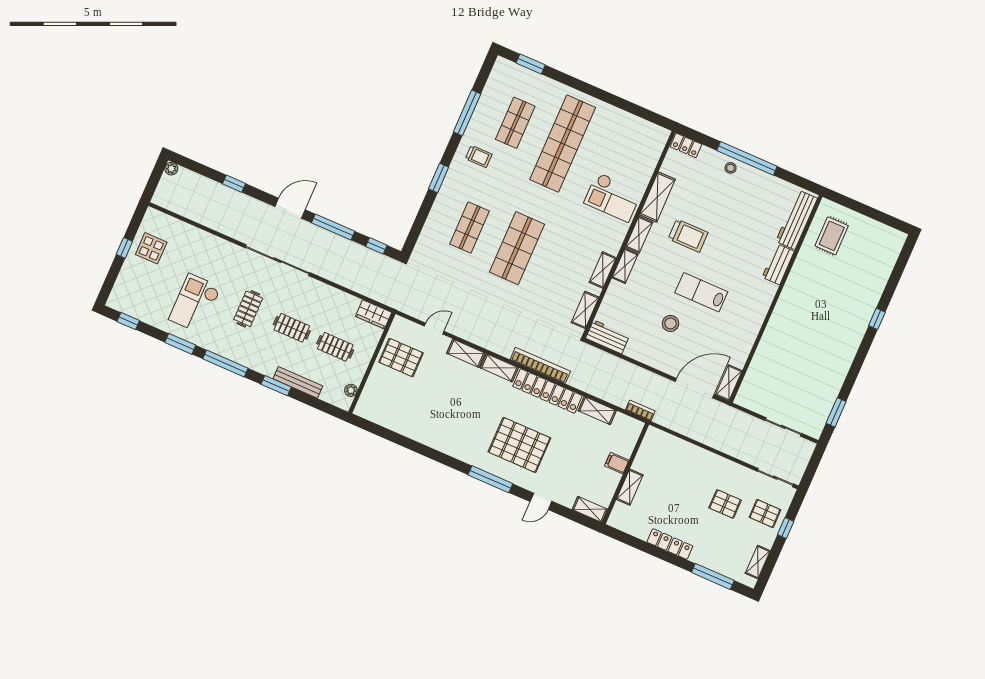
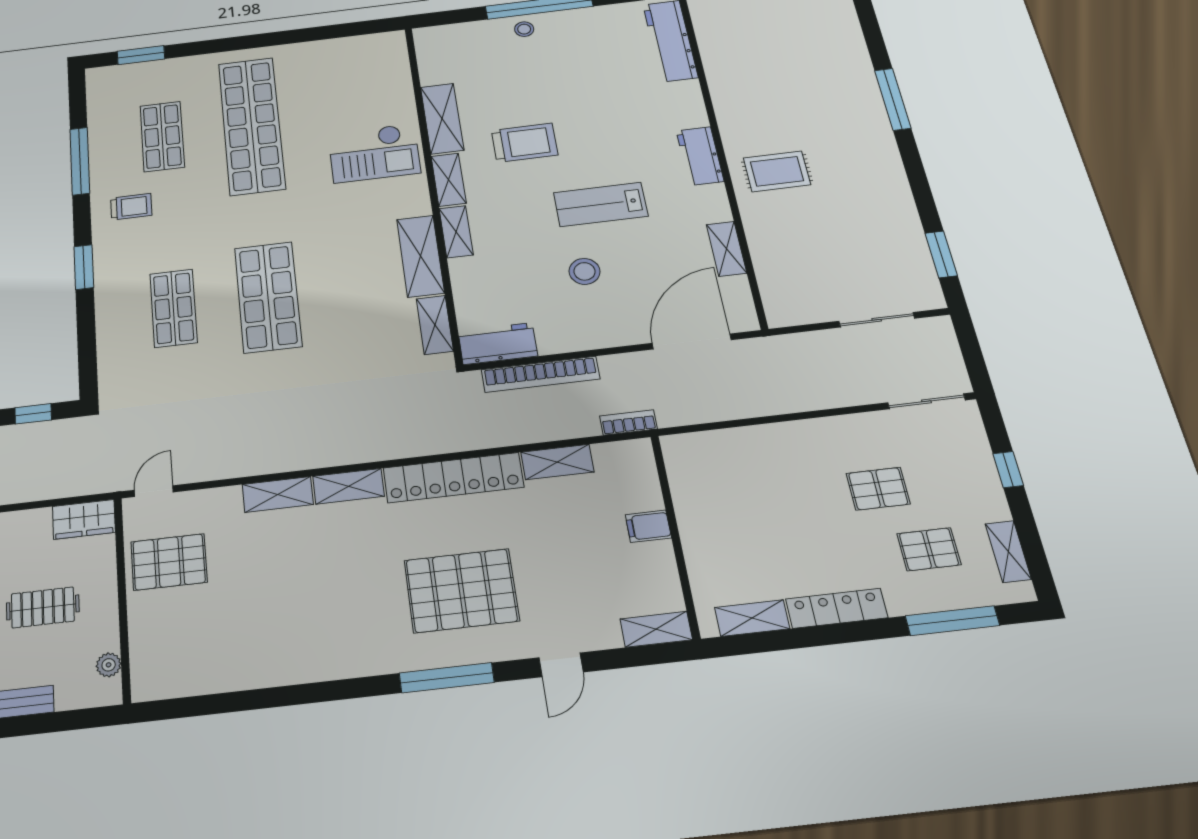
locker: (686, 145) -> (438, 36), removed
rug: (832, 236) -> (777, 171), moved, turned 90
workbench: (778, 264) -> (700, 156), moved
shelving: (603, 270) -> (420, 256), width x1.50, depth x1.33
window: (877, 319) -> (893, 99), width x2.17
door: (434, 329) -> (154, 491), moved
bookcase: (540, 365) -> (541, 374), moved, turned 180
shelving: (729, 383) -> (727, 249), moved
shelving: (630, 487) -> (752, 618), moved, turned 90
pallet: (765, 513) -> (929, 549), moved

